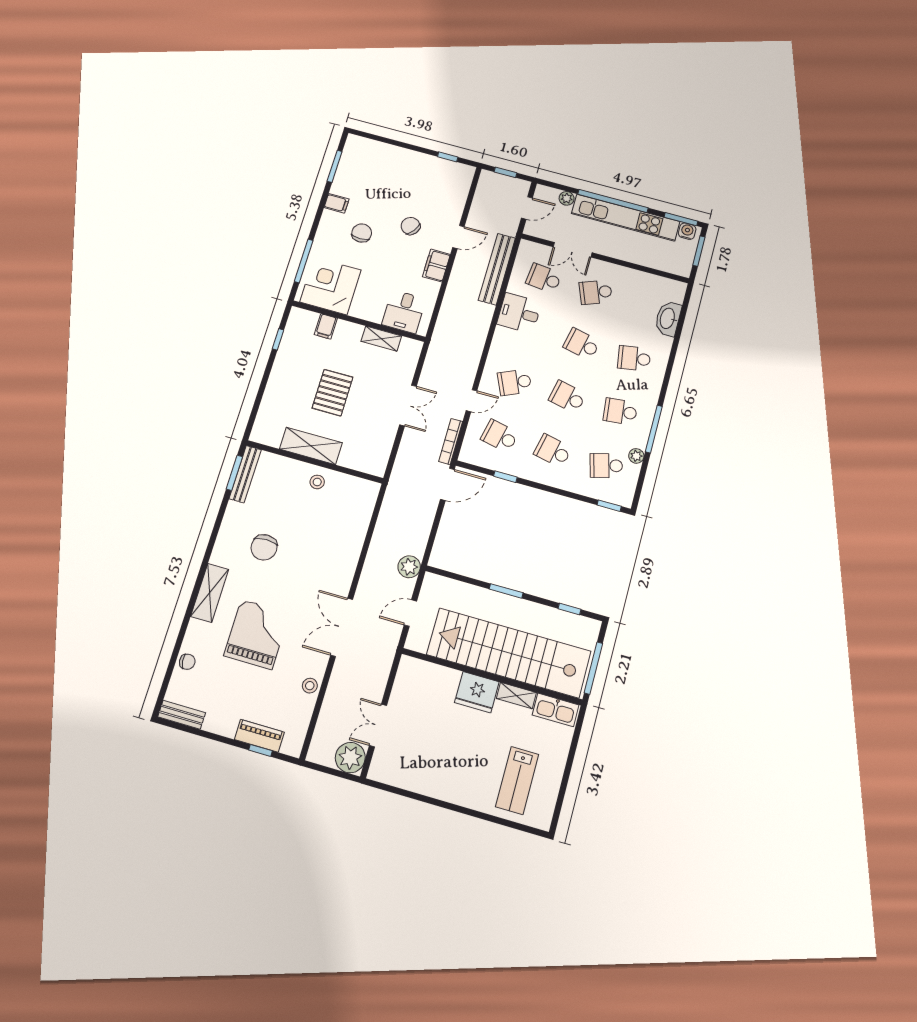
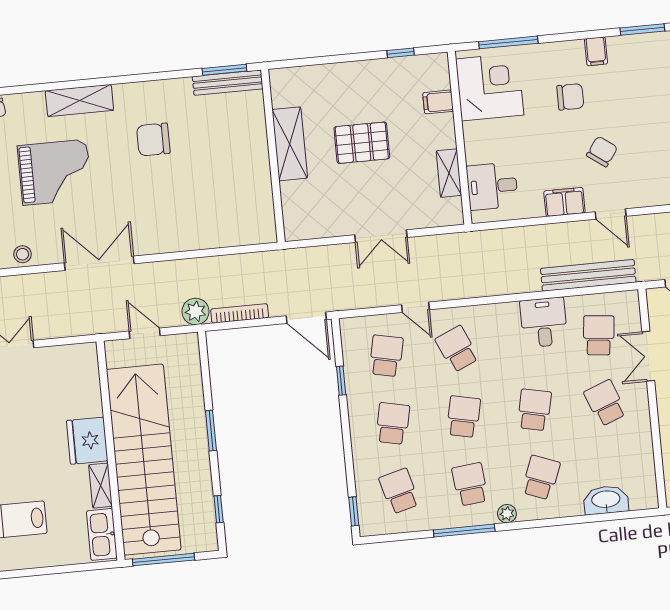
school desk: (634, 358) -> (541, 478), turned 30
bookcase: (451, 441) -> (240, 313), moved
plant: (636, 456) -> (507, 514), moved
stool: (317, 482) -> (251, 168), removed

